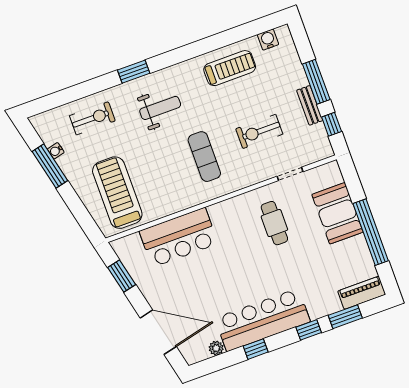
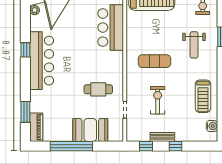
window: (316, 82) -> (175, 146), width x0.46
window: (309, 330) -> (25, 87), removed
plant: (216, 348) -> (35, 10), moved

